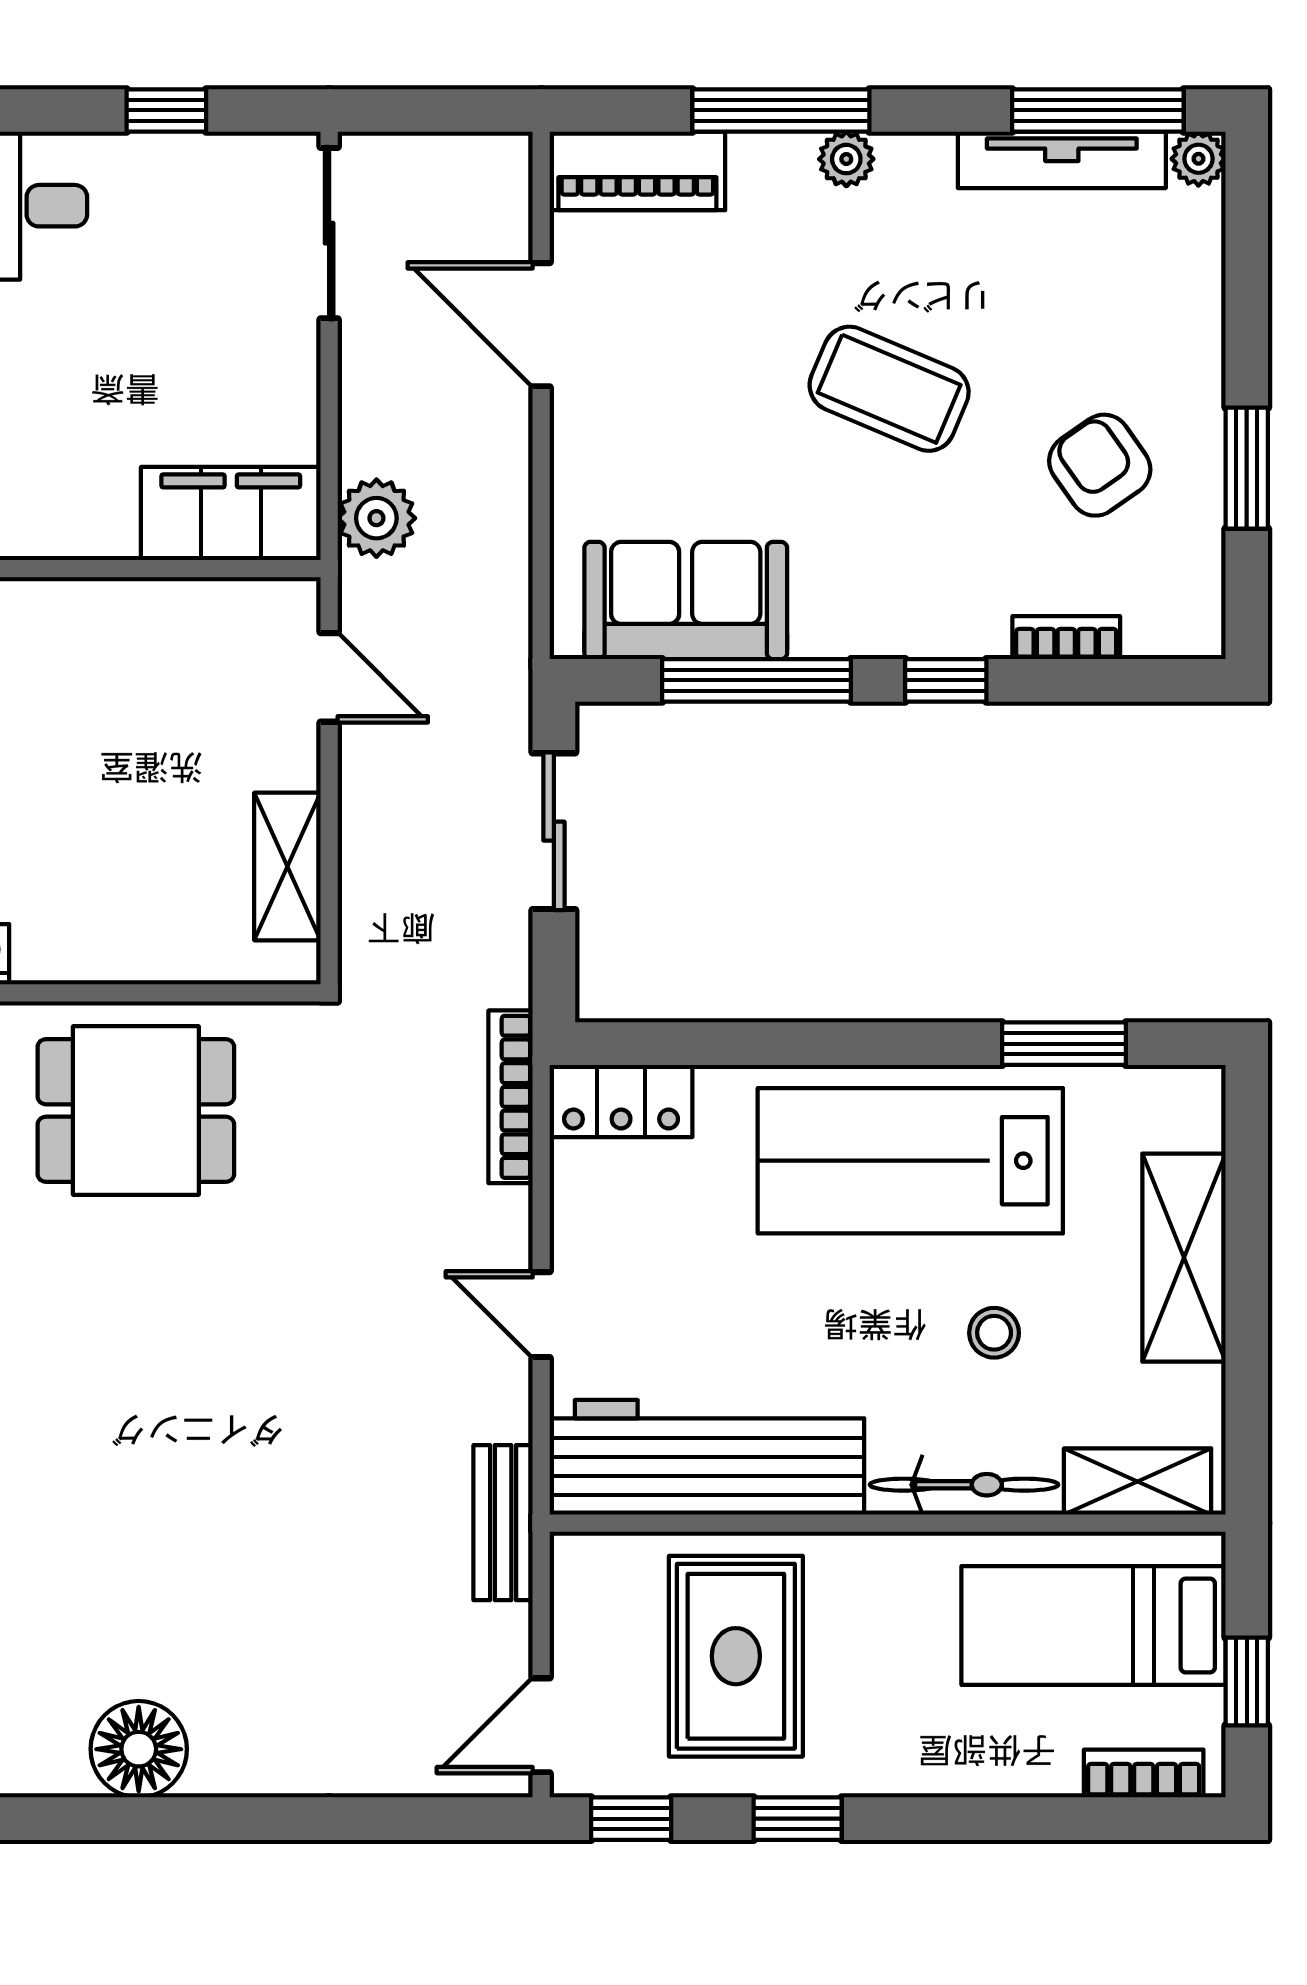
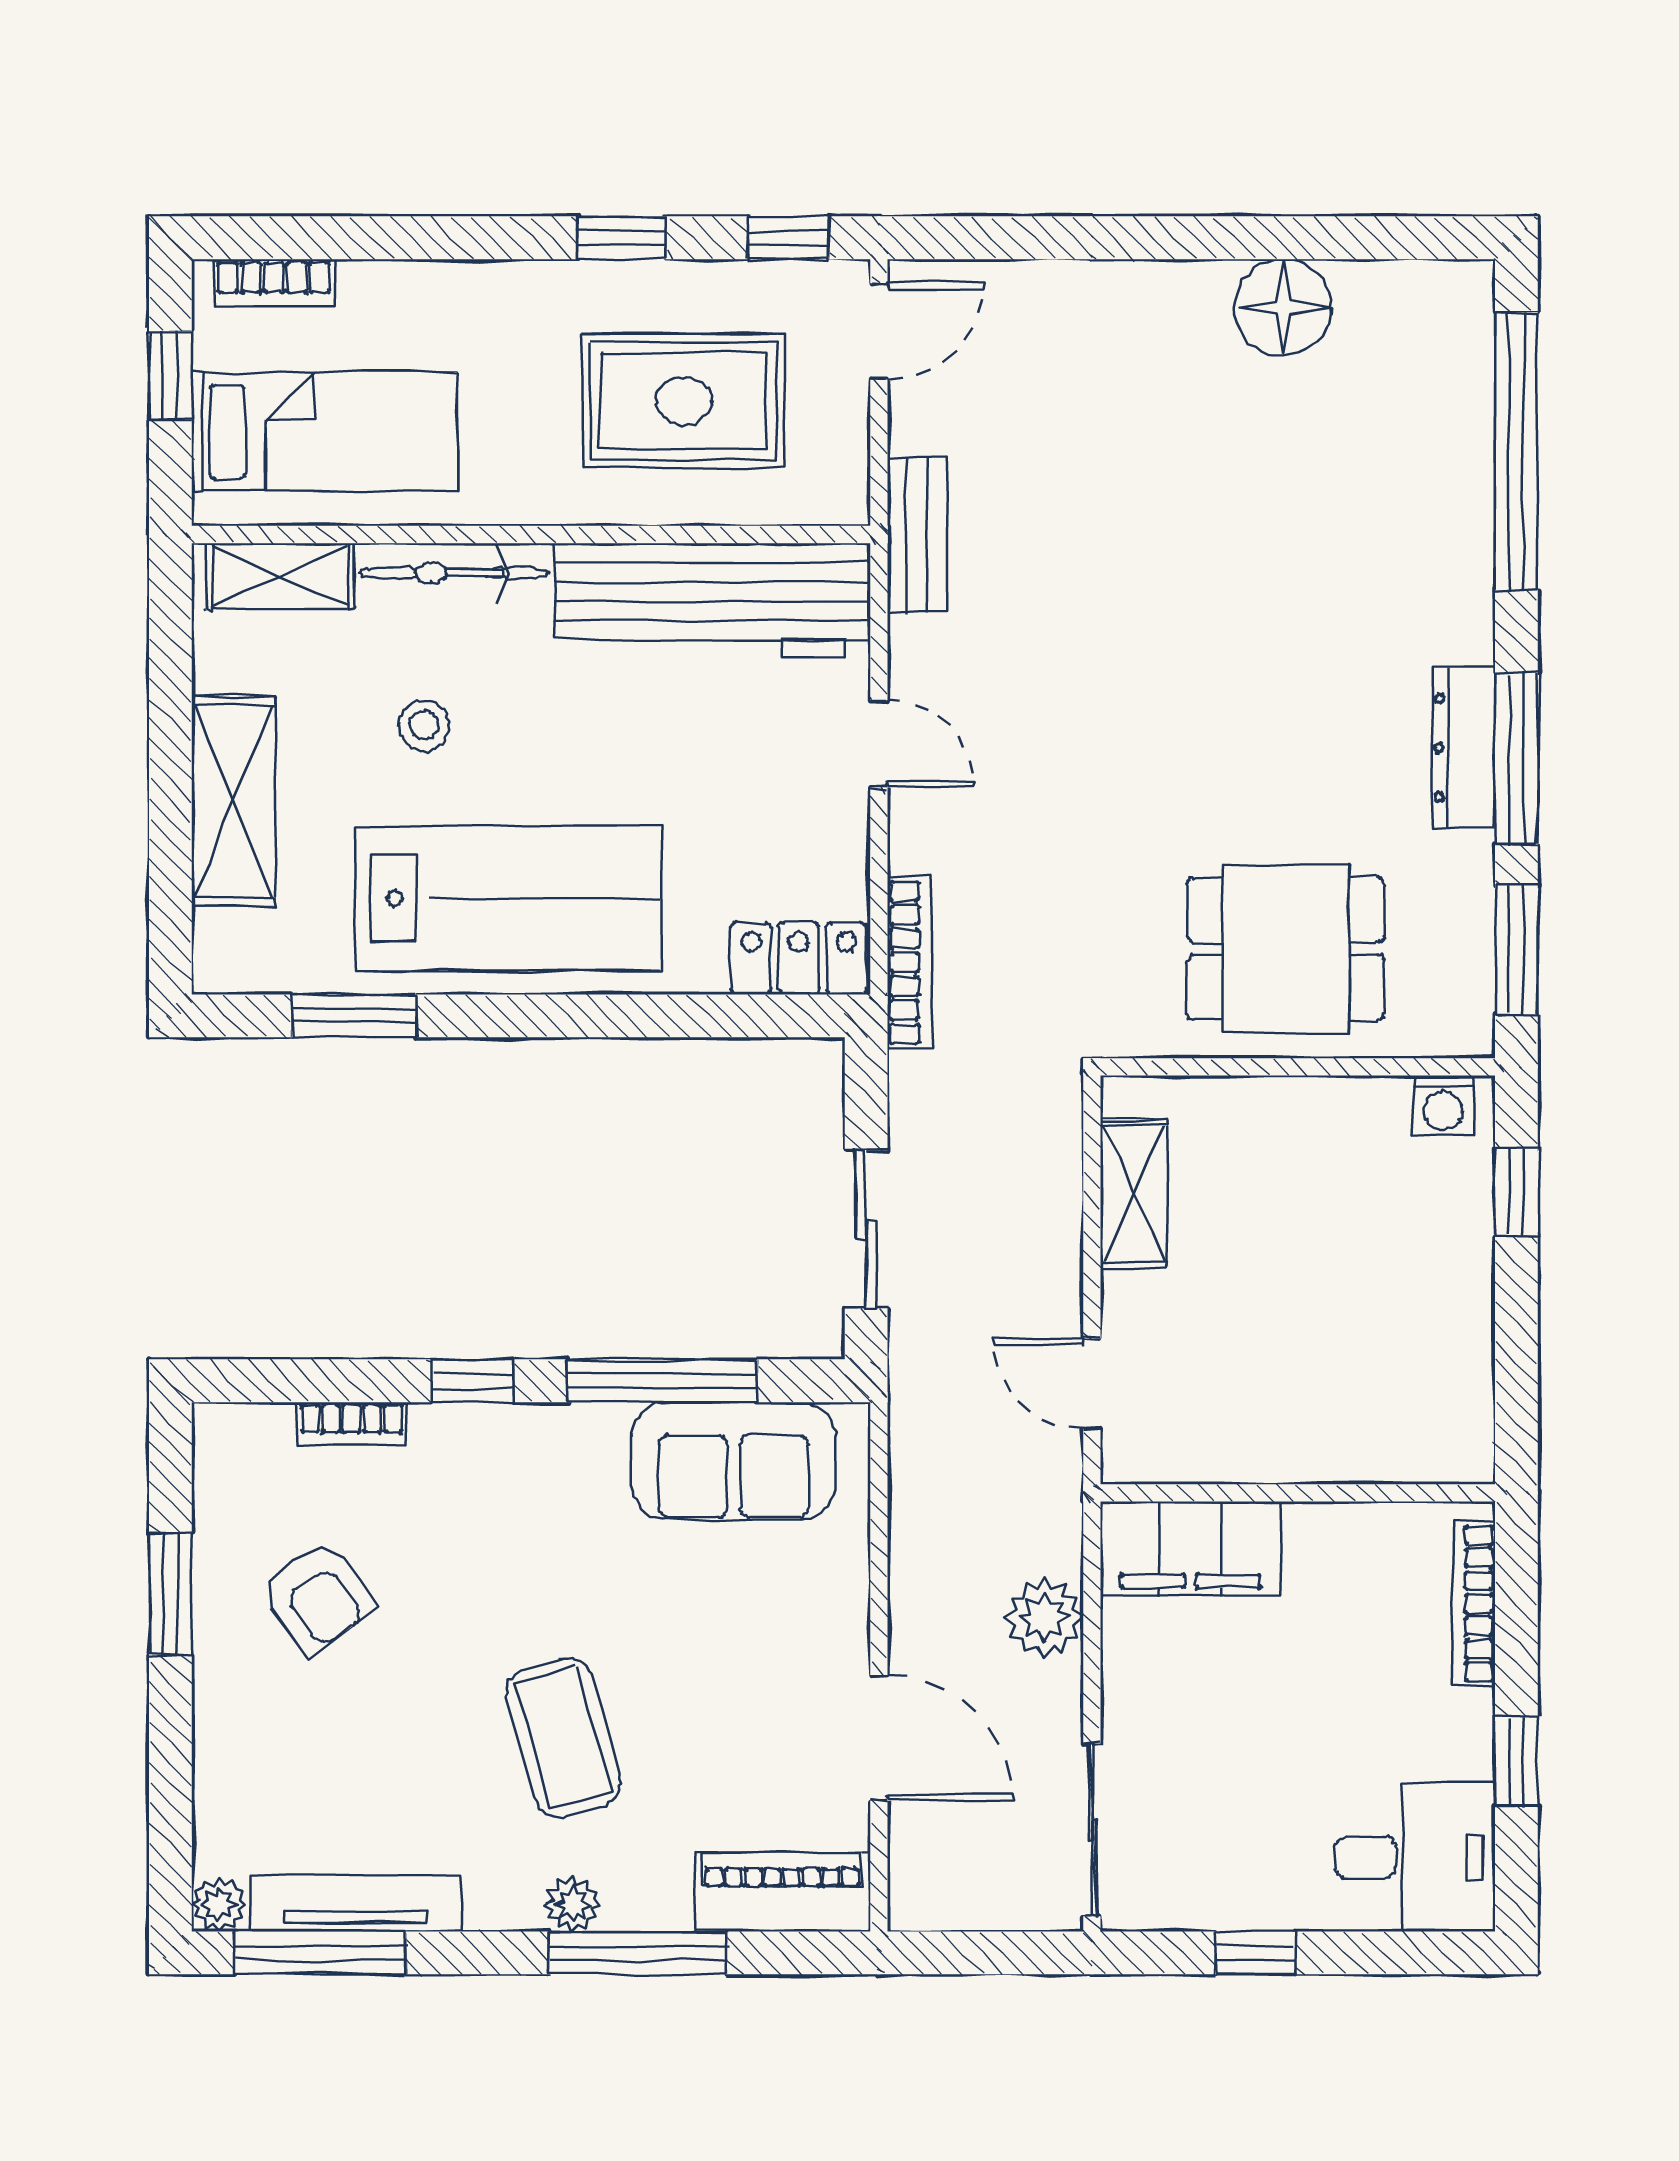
coffee table: (889, 389) -> (563, 1737), moved, turned 51
plant: (376, 518) -> (1044, 1618), moved
rug: (736, 1656) -> (683, 401), turned 90

